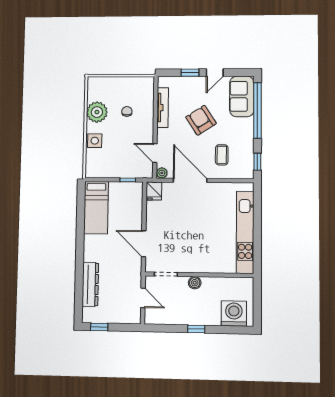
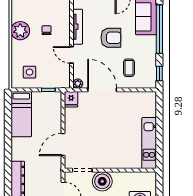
armchair: (201, 120) -> (111, 38), turned 123
side table: (95, 141) -> (29, 72), moved
door: (155, 153) -> (72, 55), moved
kitchen unit: (245, 232) -> (149, 143), width x0.73
door: (144, 244) -> (63, 145), hinge flipped
boiler: (195, 283) -> (102, 181), width x1.86, depth x1.86

